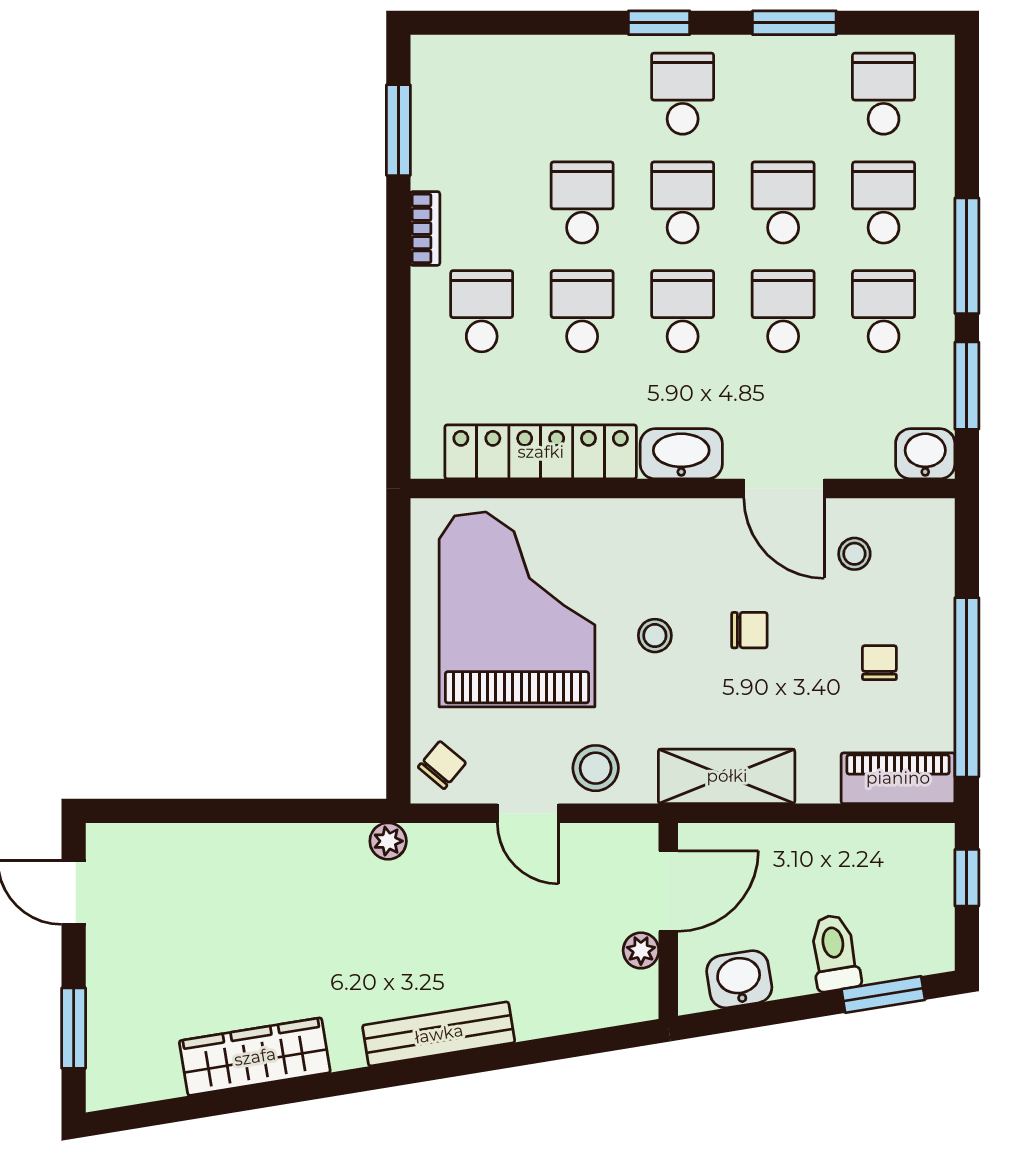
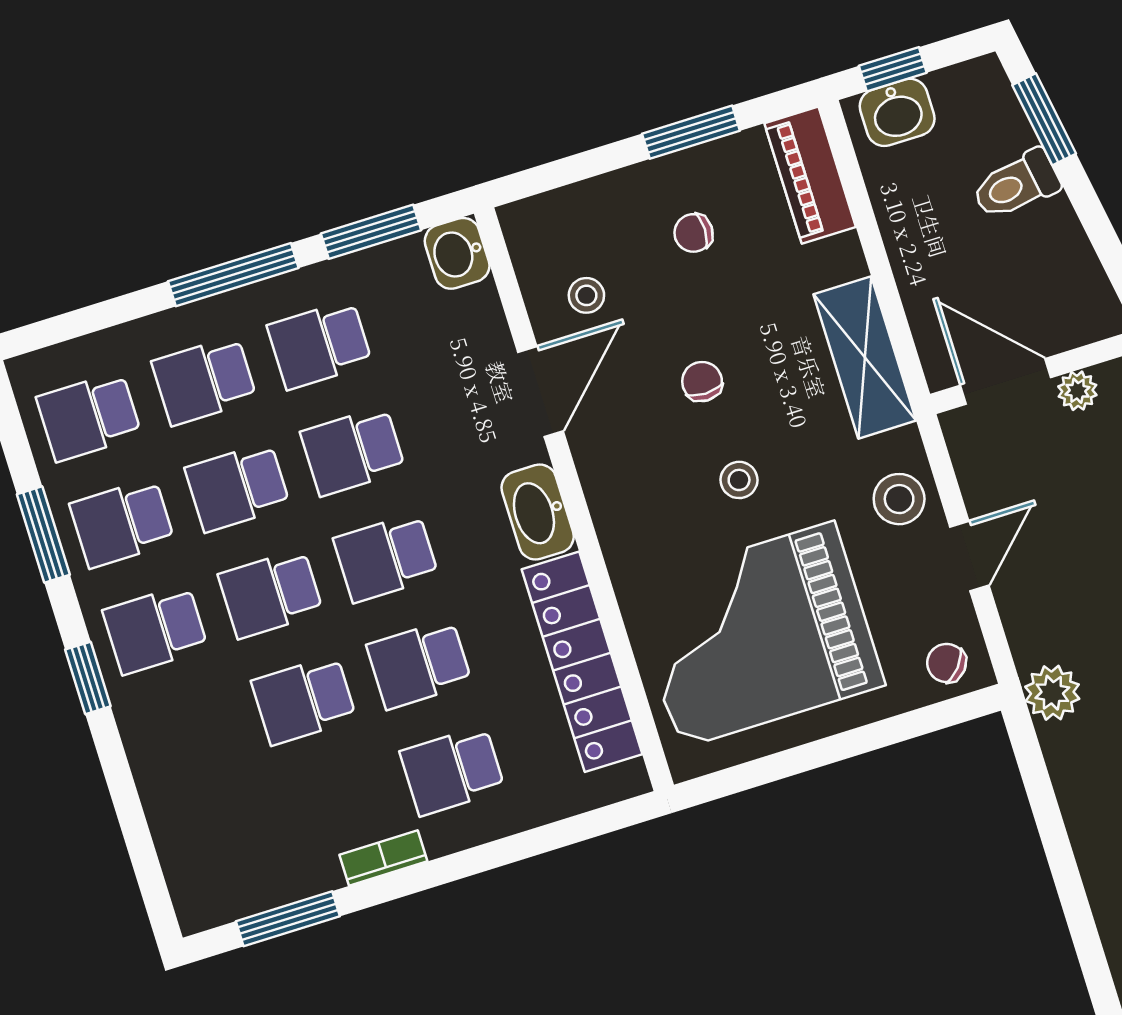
school desk: (783, 94) -> (122, 523), added
window: (967, 687) -> (691, 132), width x0.47
plant: (388, 841) -> (1052, 693), width x1.38, depth x1.38
washbasin: (739, 979) -> (897, 112), moved, turned -81

